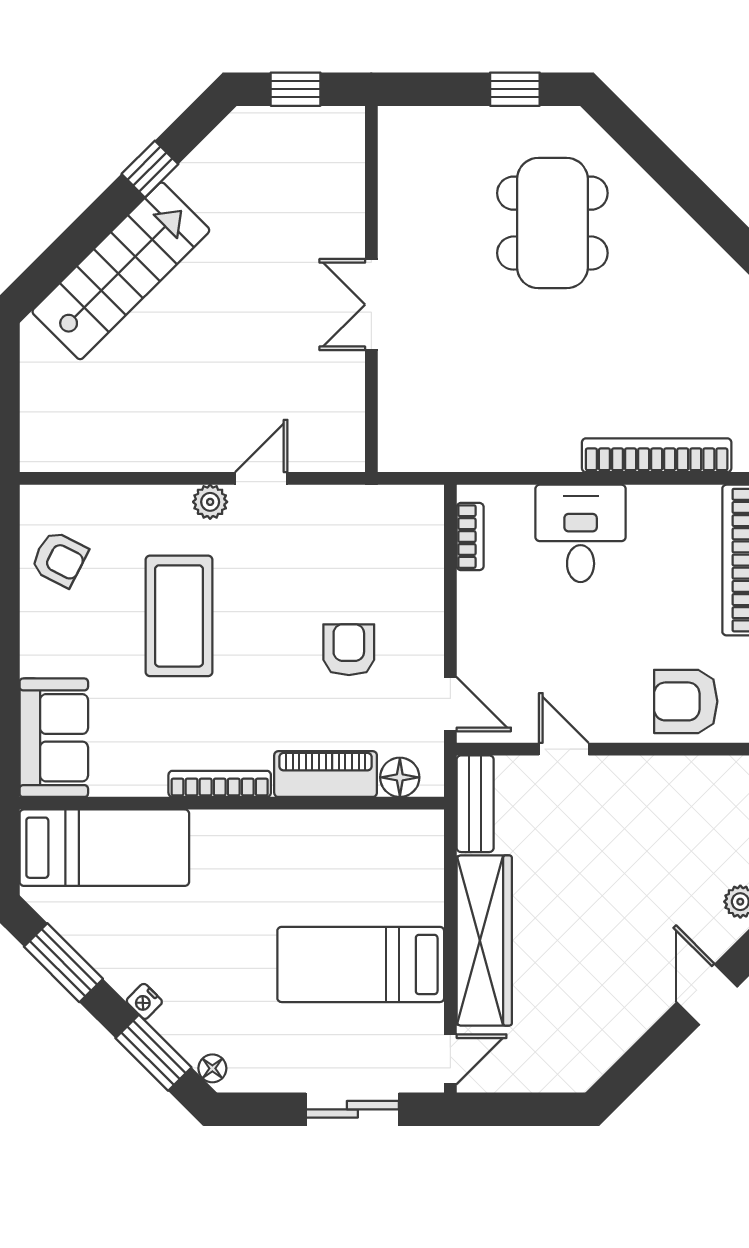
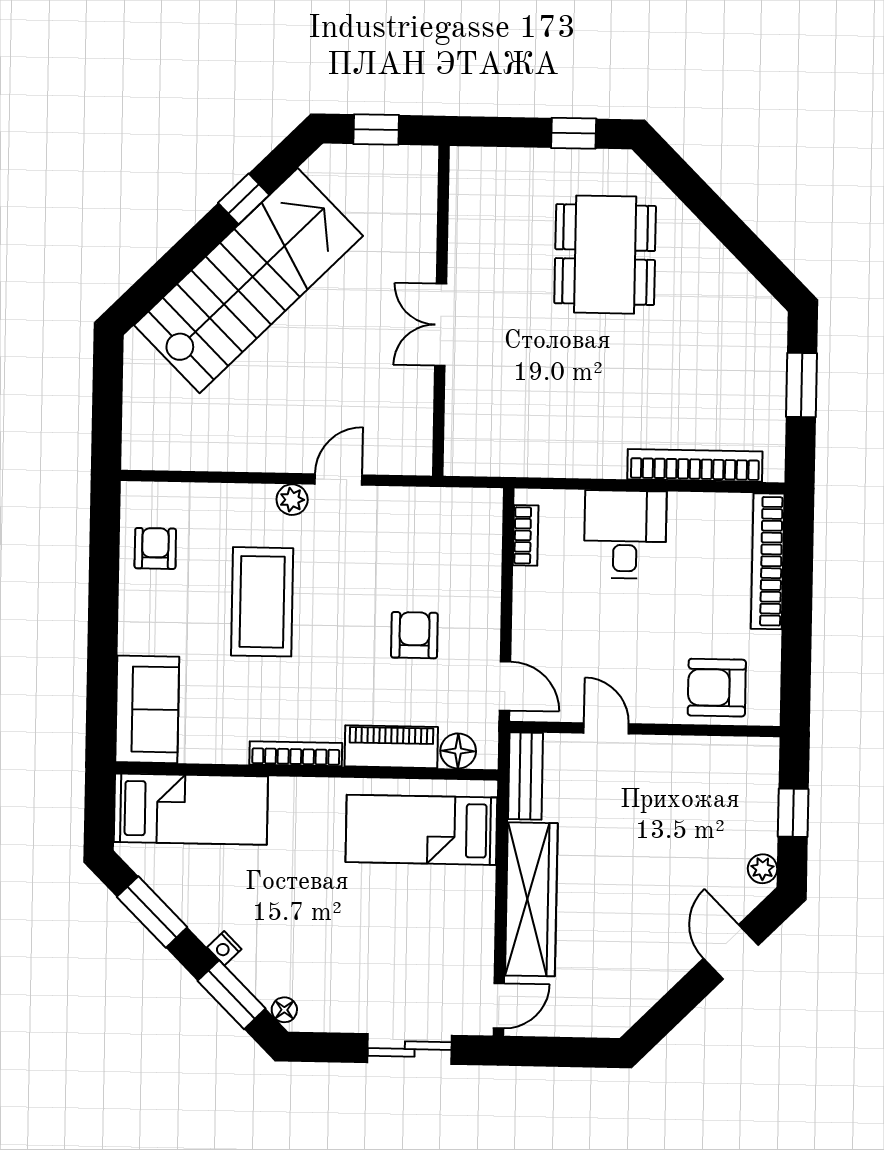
stairs: (121, 271) -> (249, 281), width x1.36, depth x1.51
armchair: (59, 559) -> (155, 548), turned -117
bed: (361, 964) -> (421, 830), moved

